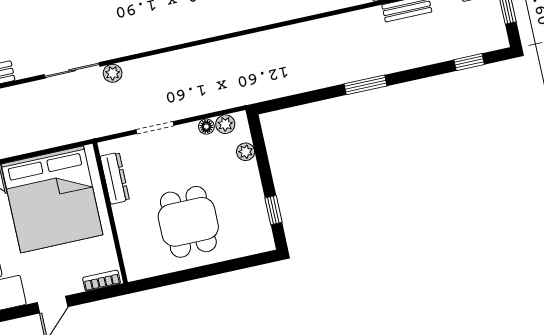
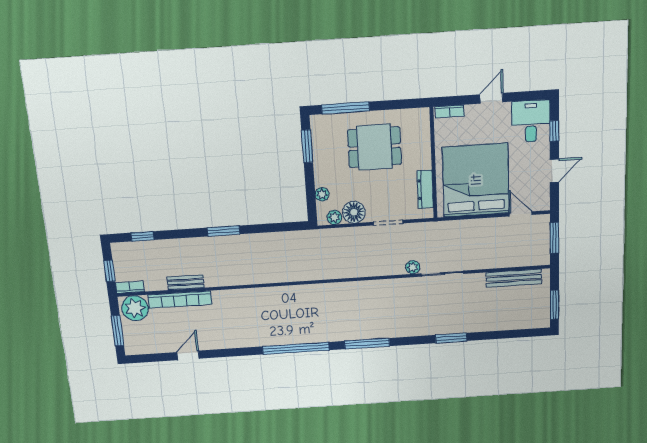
floor lamp: (206, 127) -> (354, 212), width x1.89, depth x1.89
window: (273, 210) -> (307, 146), width x1.50
dining table: (188, 222) -> (374, 147), turned 90
window: (232, 265) -> (346, 108), added

